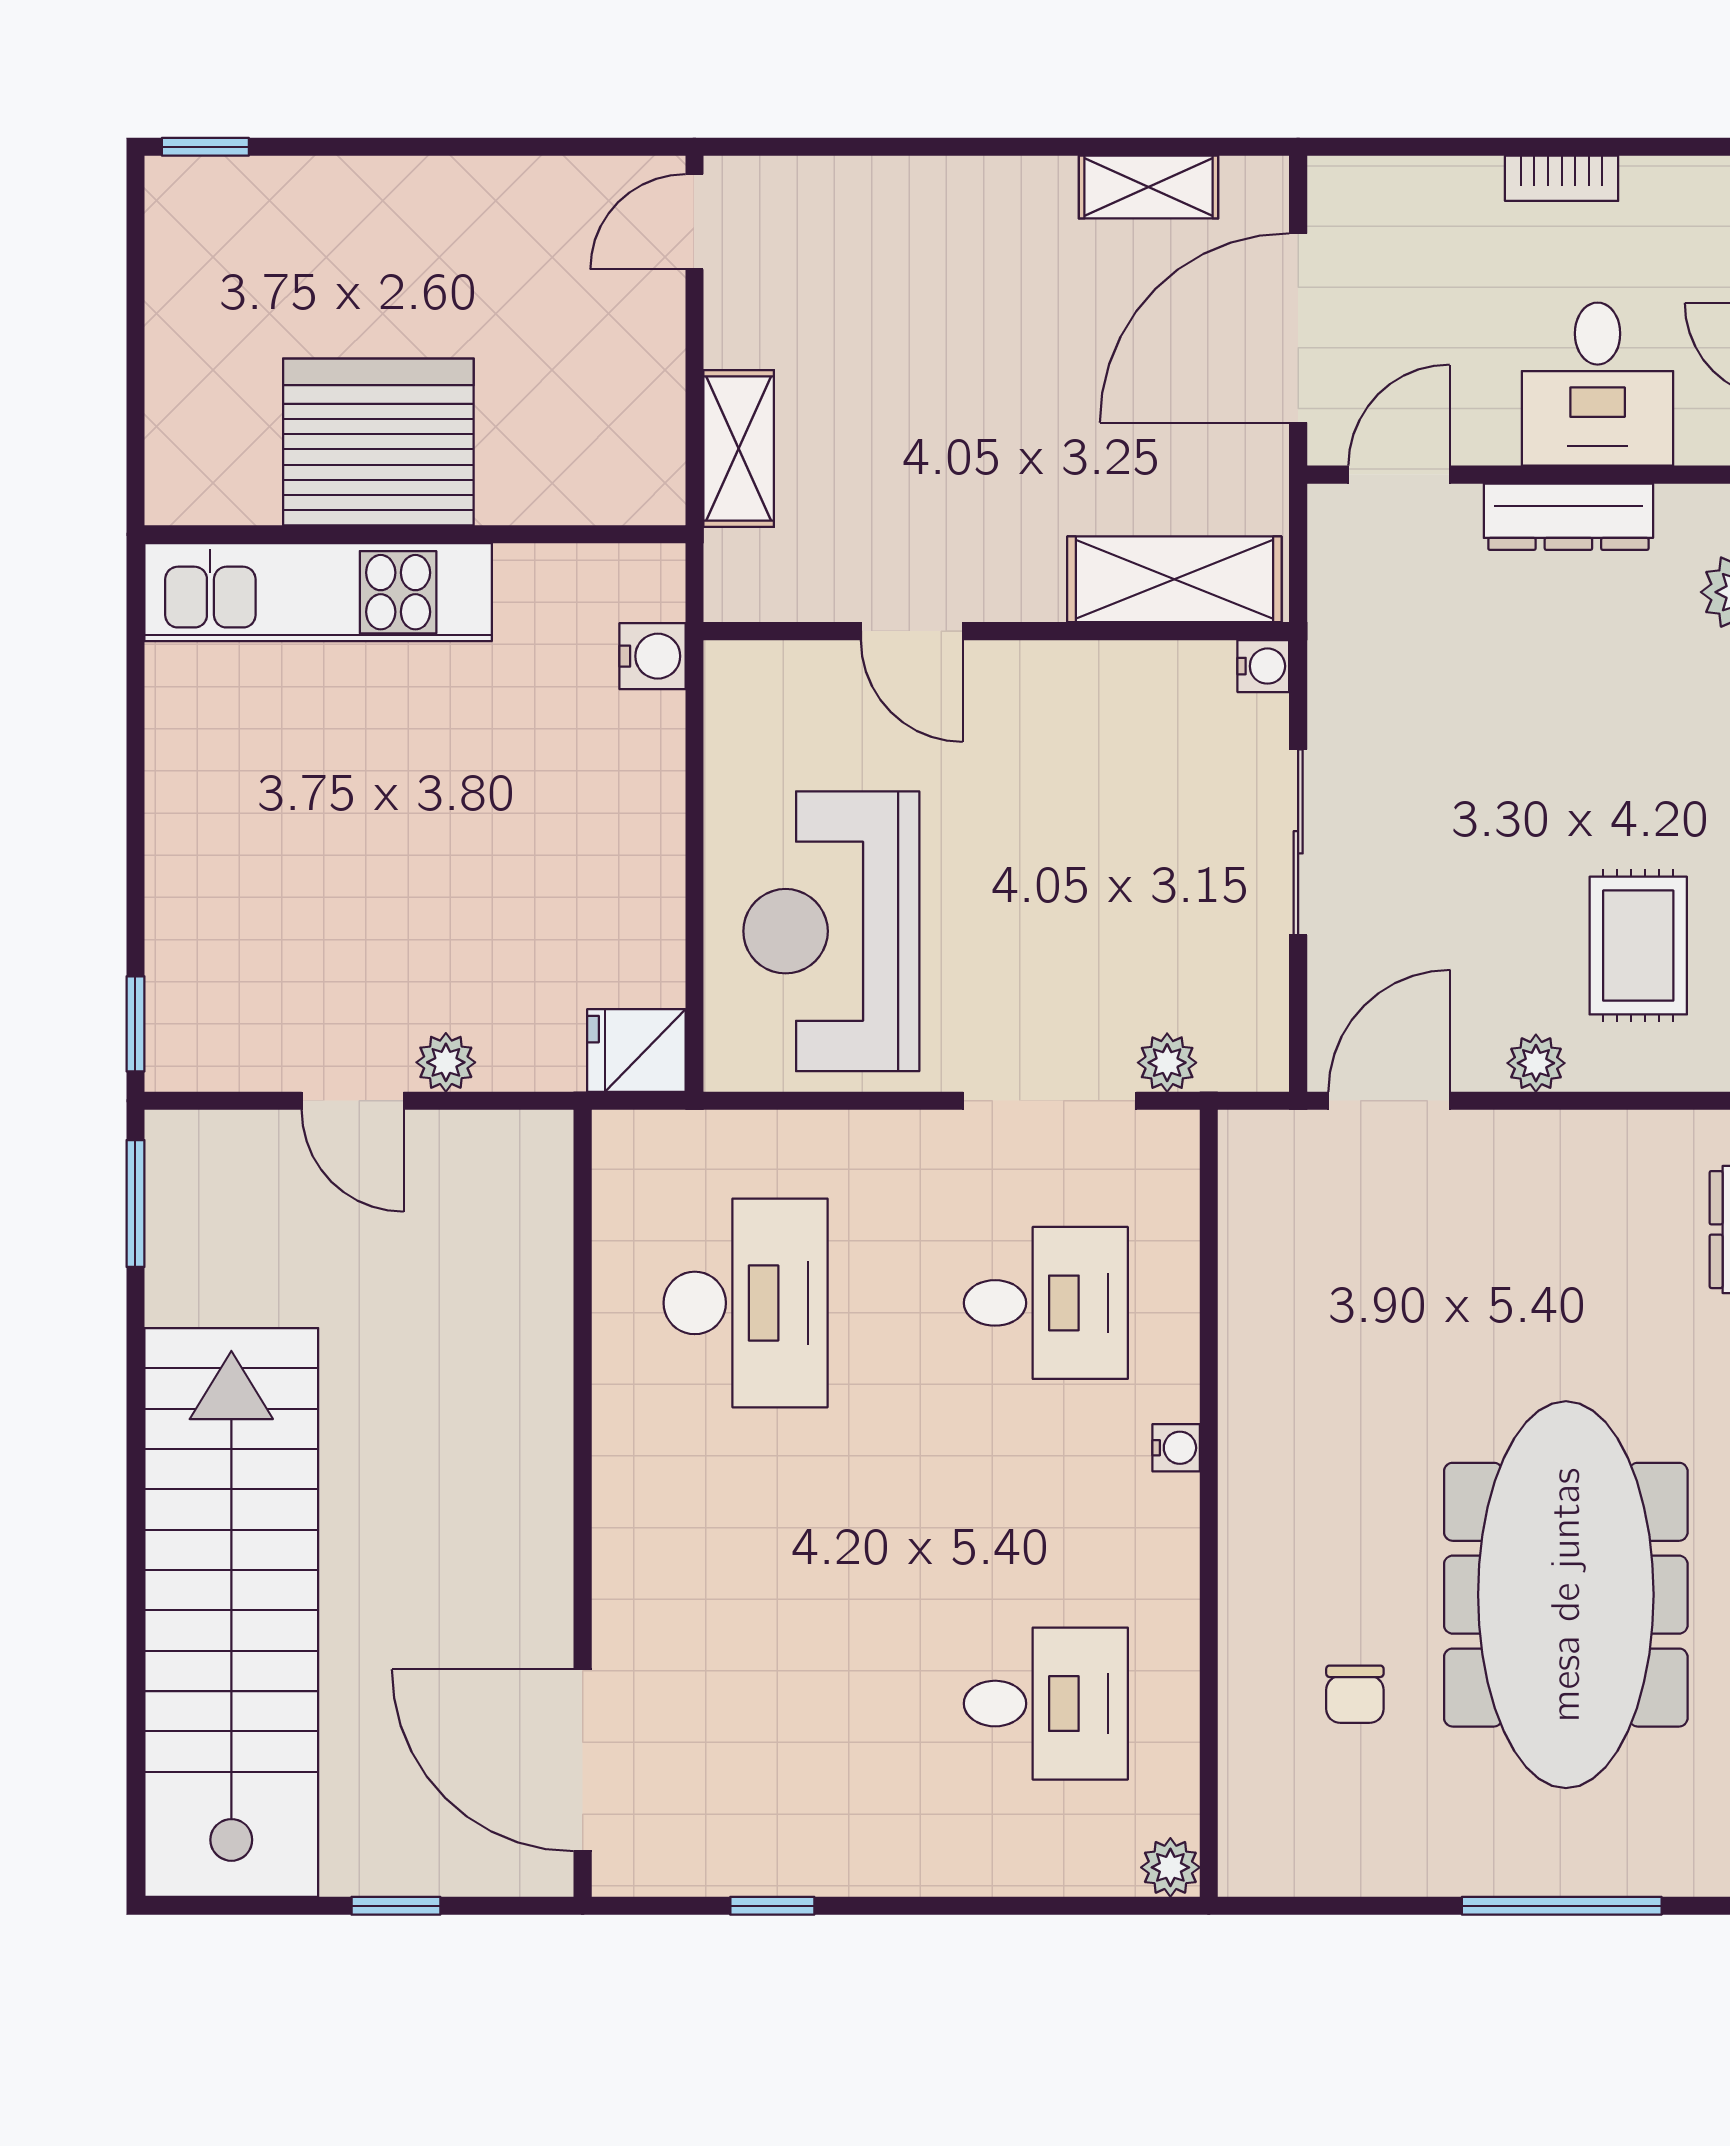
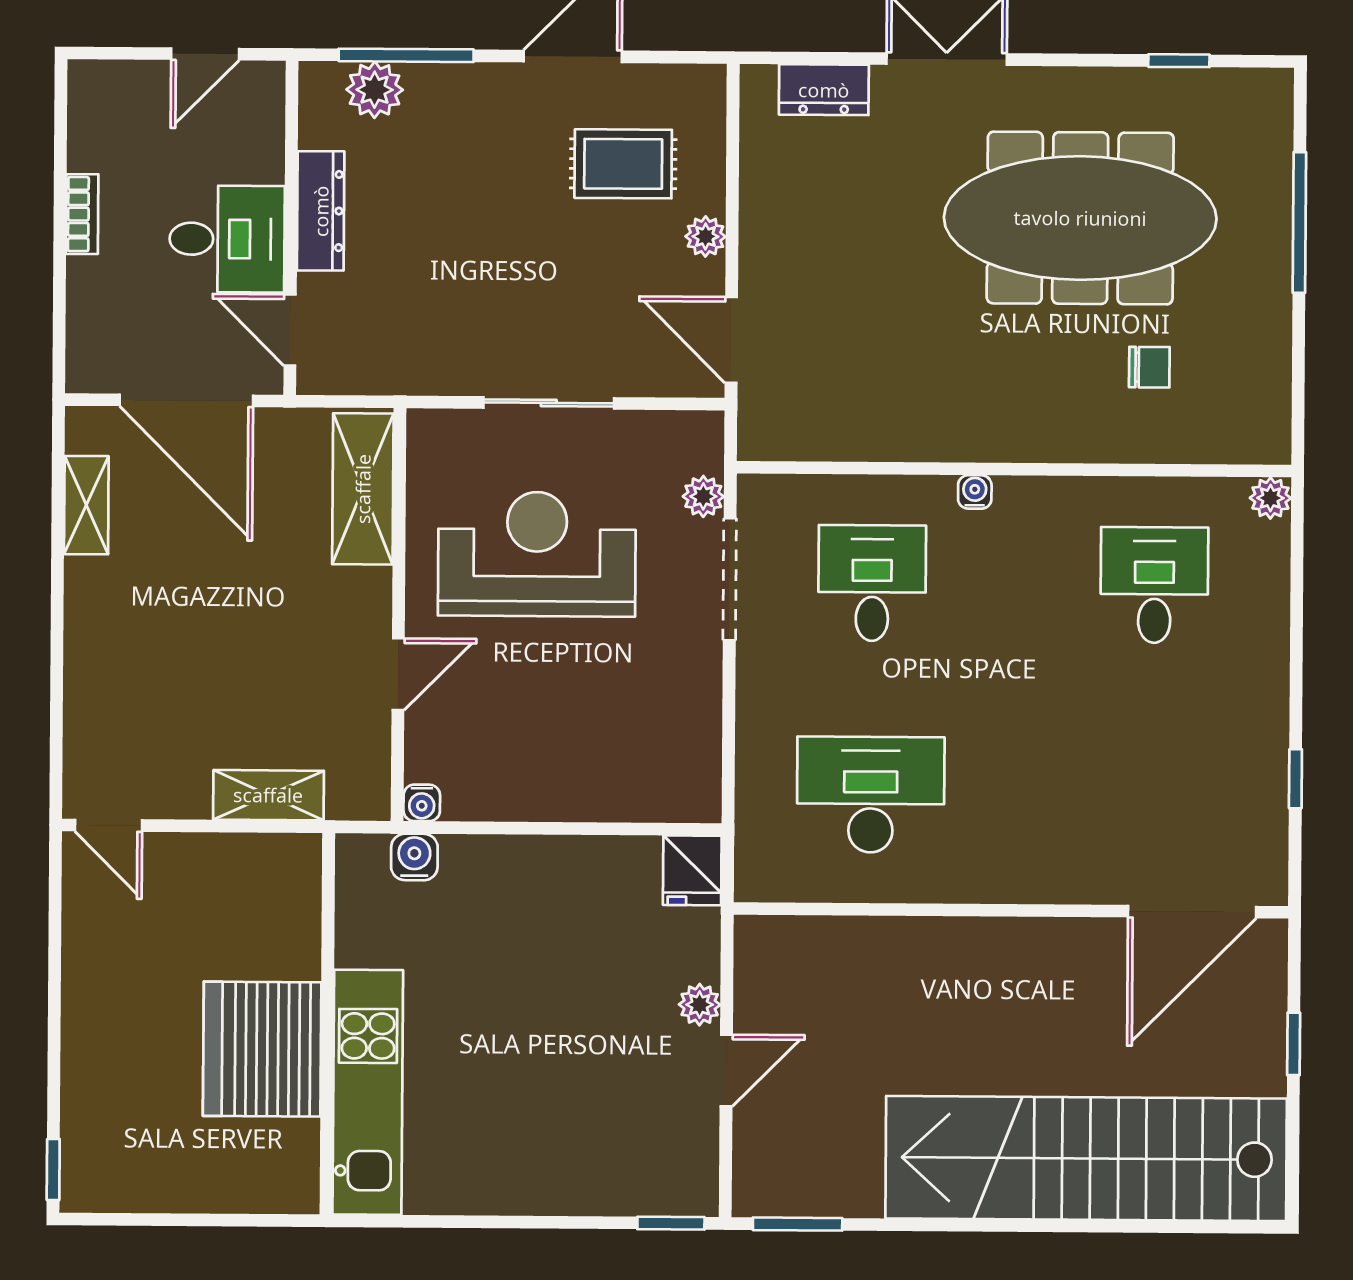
desk: (1598, 384) -> (227, 239), moved
water cooler: (1263, 666) -> (422, 803), moved, turned 180
reception desk: (831, 931) -> (537, 554), moved, turned 180

